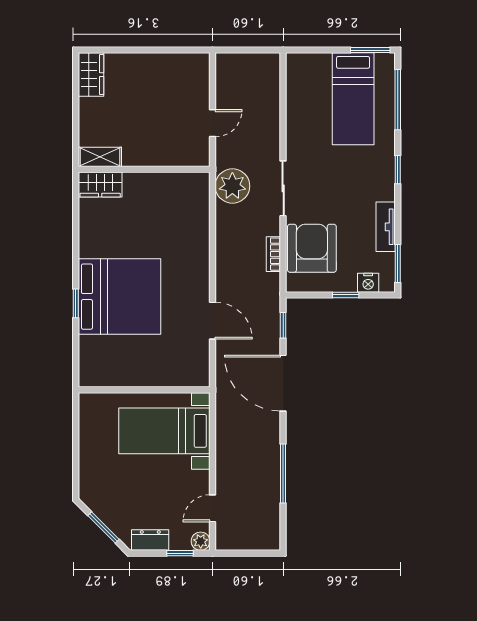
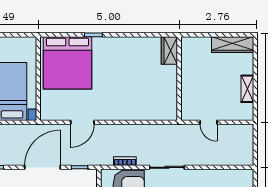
wardrobe: (91, 75) -> (233, 45), width x1.50
shelving: (100, 157) -> (247, 89), moved
plant: (232, 186) -> (168, 135), removed
bed: (119, 297) -> (67, 63), moved

